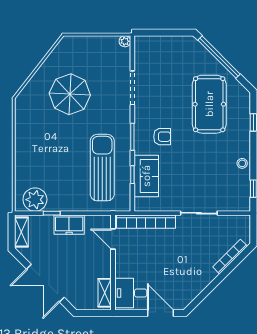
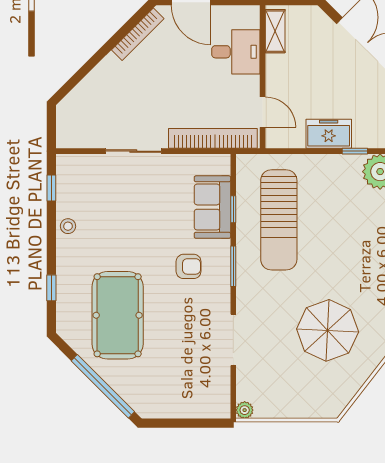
armchair: (162, 137) -> (189, 266), turned 180
bookcase: (230, 257) -> (138, 34), moved
desk: (131, 293) -> (236, 52), moved

